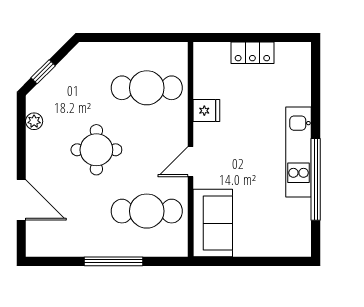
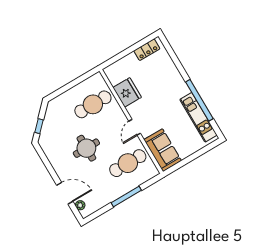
locker: (252, 53) -> (147, 50), moved
fridge: (206, 111) -> (127, 92), width x1.88, depth x1.34
plant: (34, 121) -> (80, 205), moved
kitchen unit: (298, 152) -> (198, 117), moved

